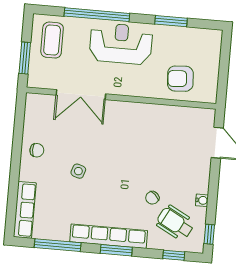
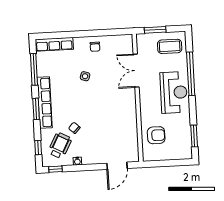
window: (171, 21) -> (194, 136), moved
armchair: (180, 79) -> (156, 135), turned 94

